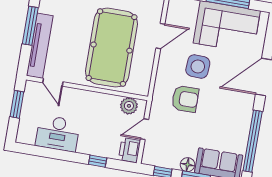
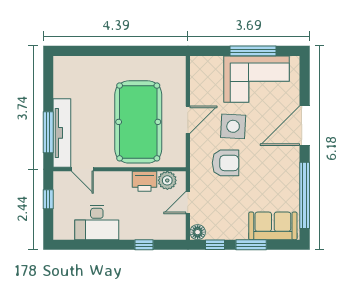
window: (30, 26) -> (48, 132), moved
door: (160, 36) -> (188, 120), moved
window: (17, 104) -> (48, 199), width x0.67
printer: (130, 150) -> (145, 181), moved, turned -90
floor lamp: (187, 165) -> (198, 232), moved

